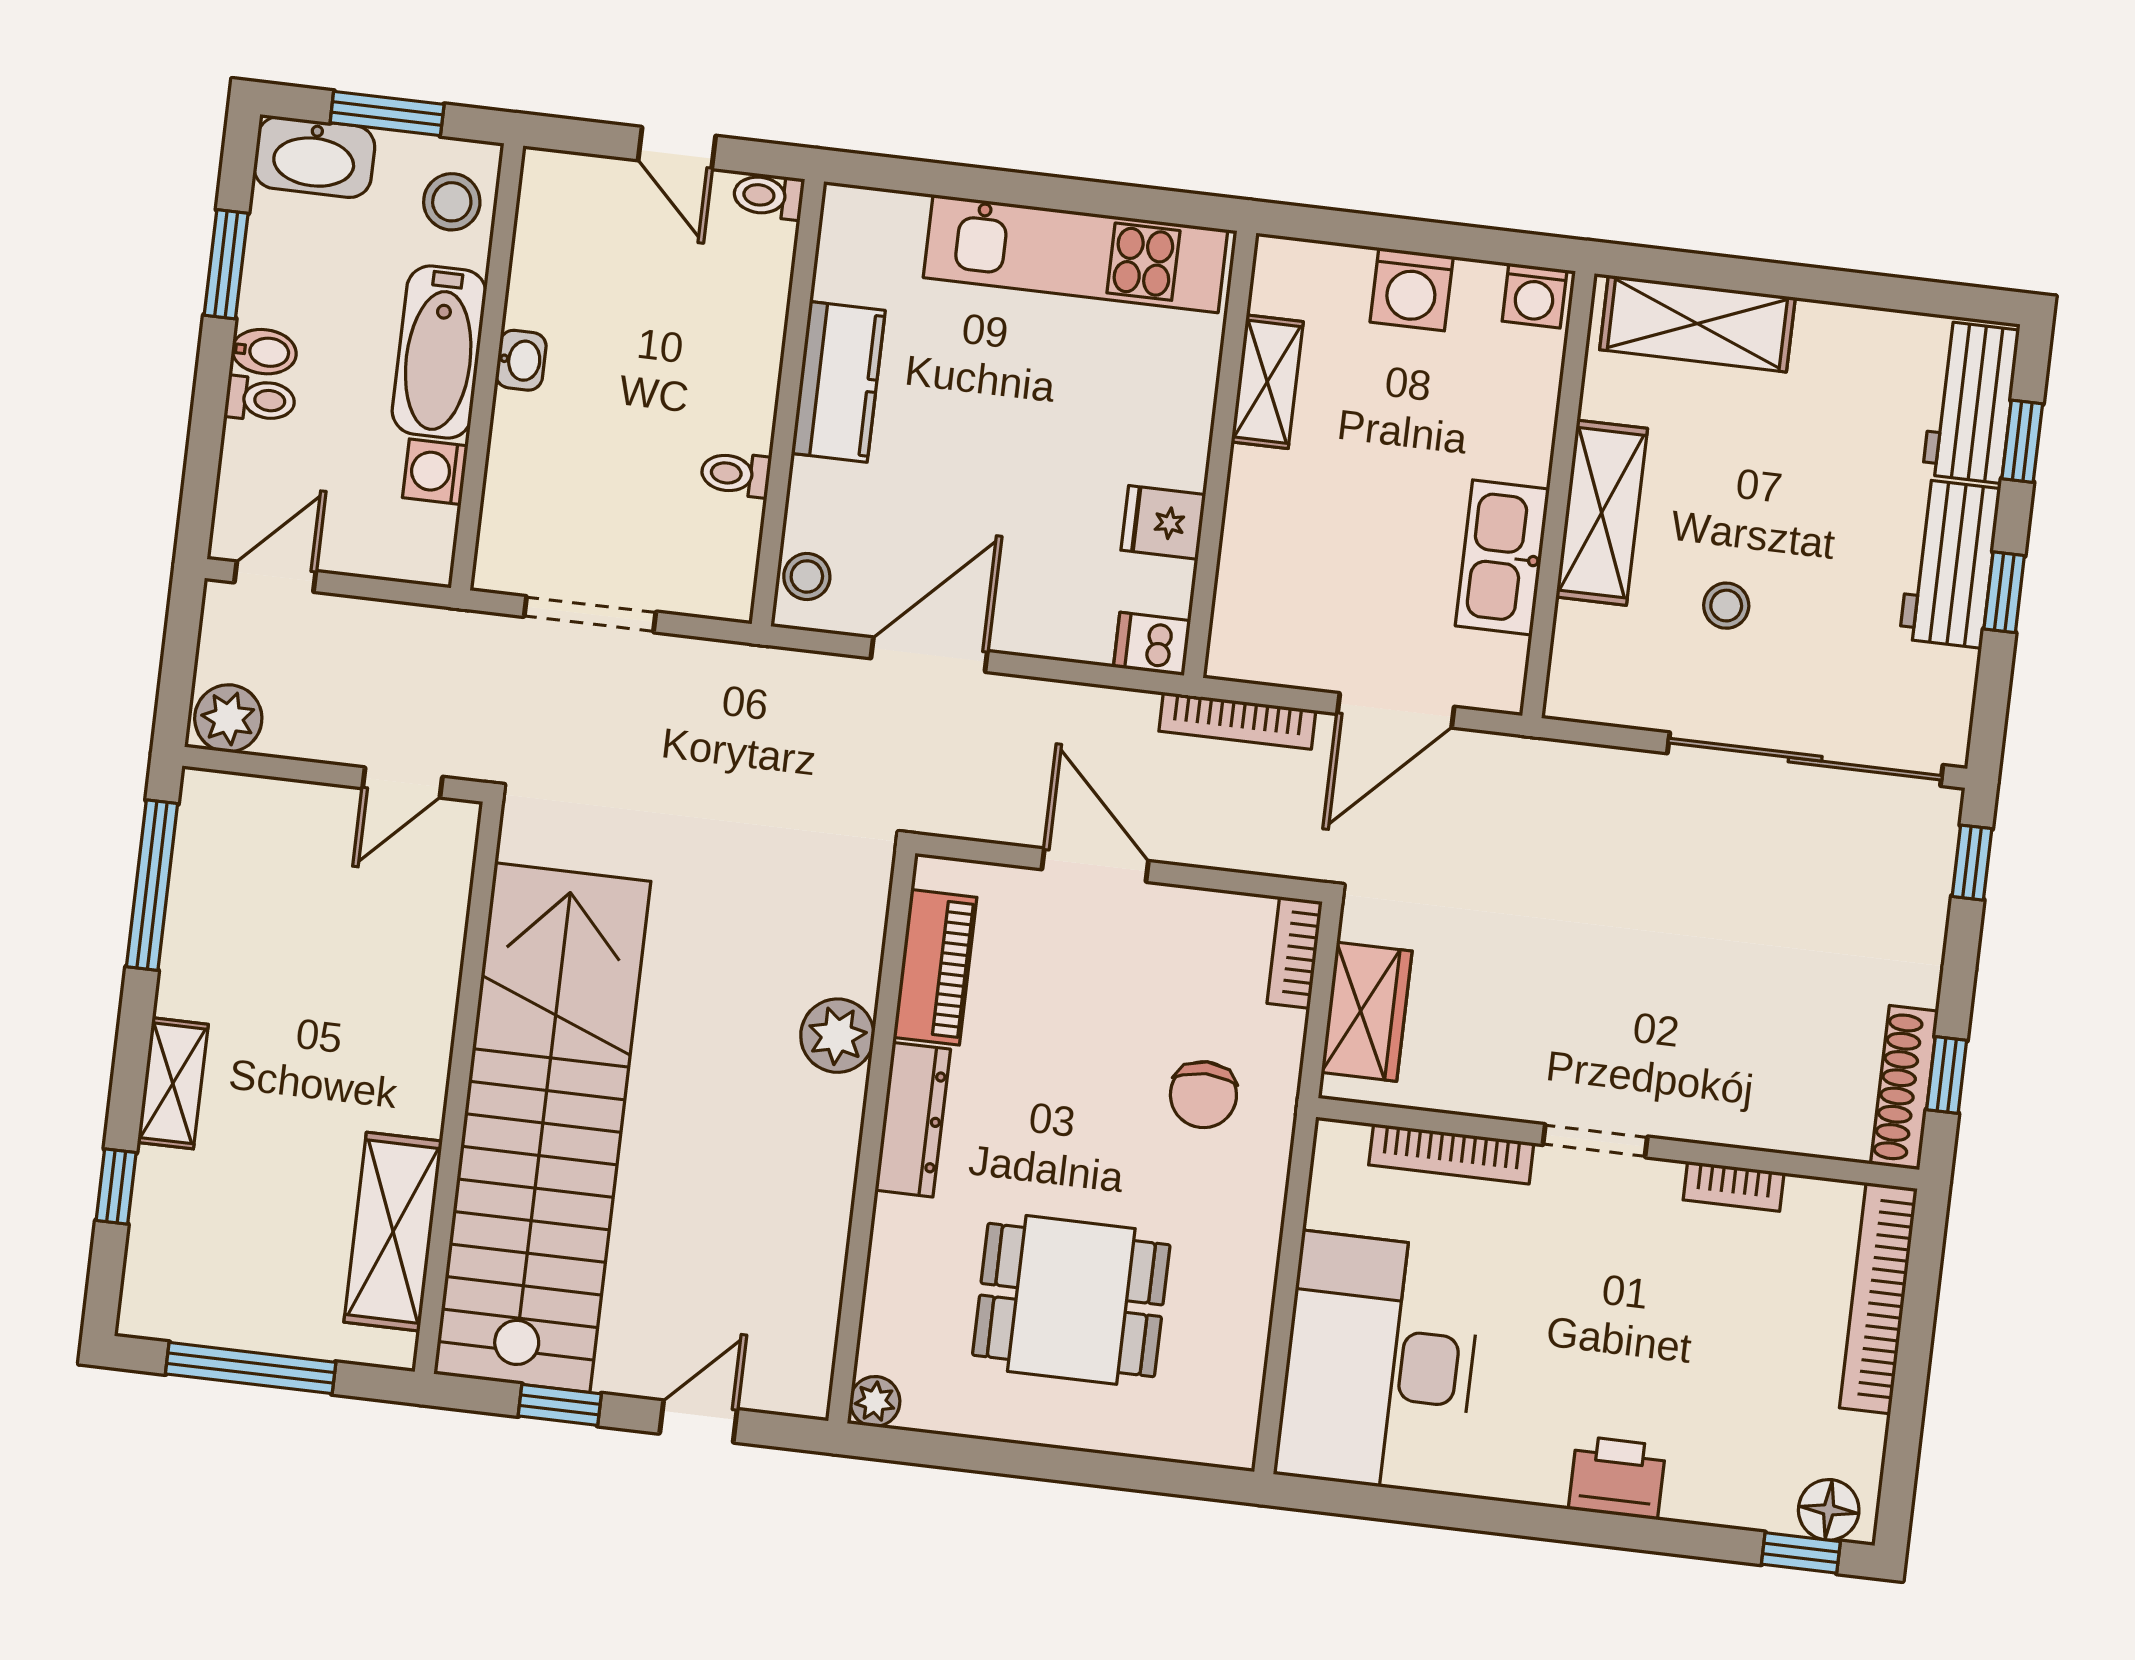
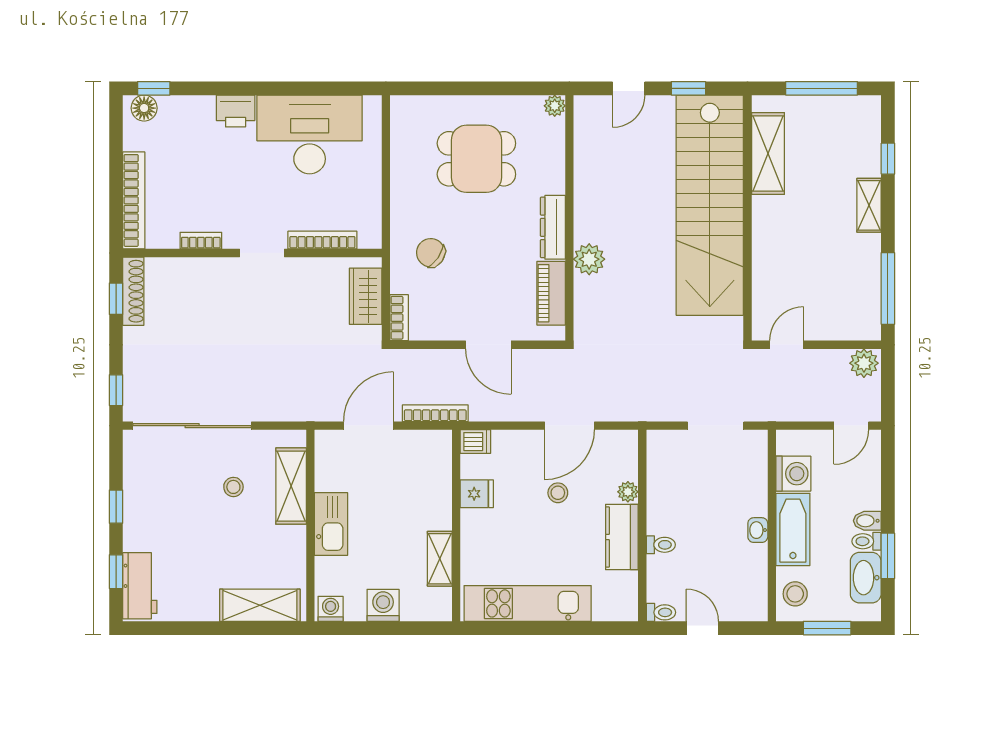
washbasin: (314, 157) -> (866, 578), moved, turned -90
toilet: (260, 399) -> (867, 541), moved
washing machine: (435, 472) -> (793, 474), width x1.38, depth x1.38
toilet: (736, 474) -> (661, 545), moved
plant: (812, 485) -> (628, 492), added
shelving: (1602, 513) -> (291, 486), moved
kitchen sink: (1502, 557) -> (331, 524), moved
workbench: (1950, 564) -> (141, 516), removed
stool: (807, 576) -> (558, 493), moved
chair: (1203, 1095) -> (431, 253), turned -56
desk: (1379, 1363) -> (310, 134), moved, turned -90

